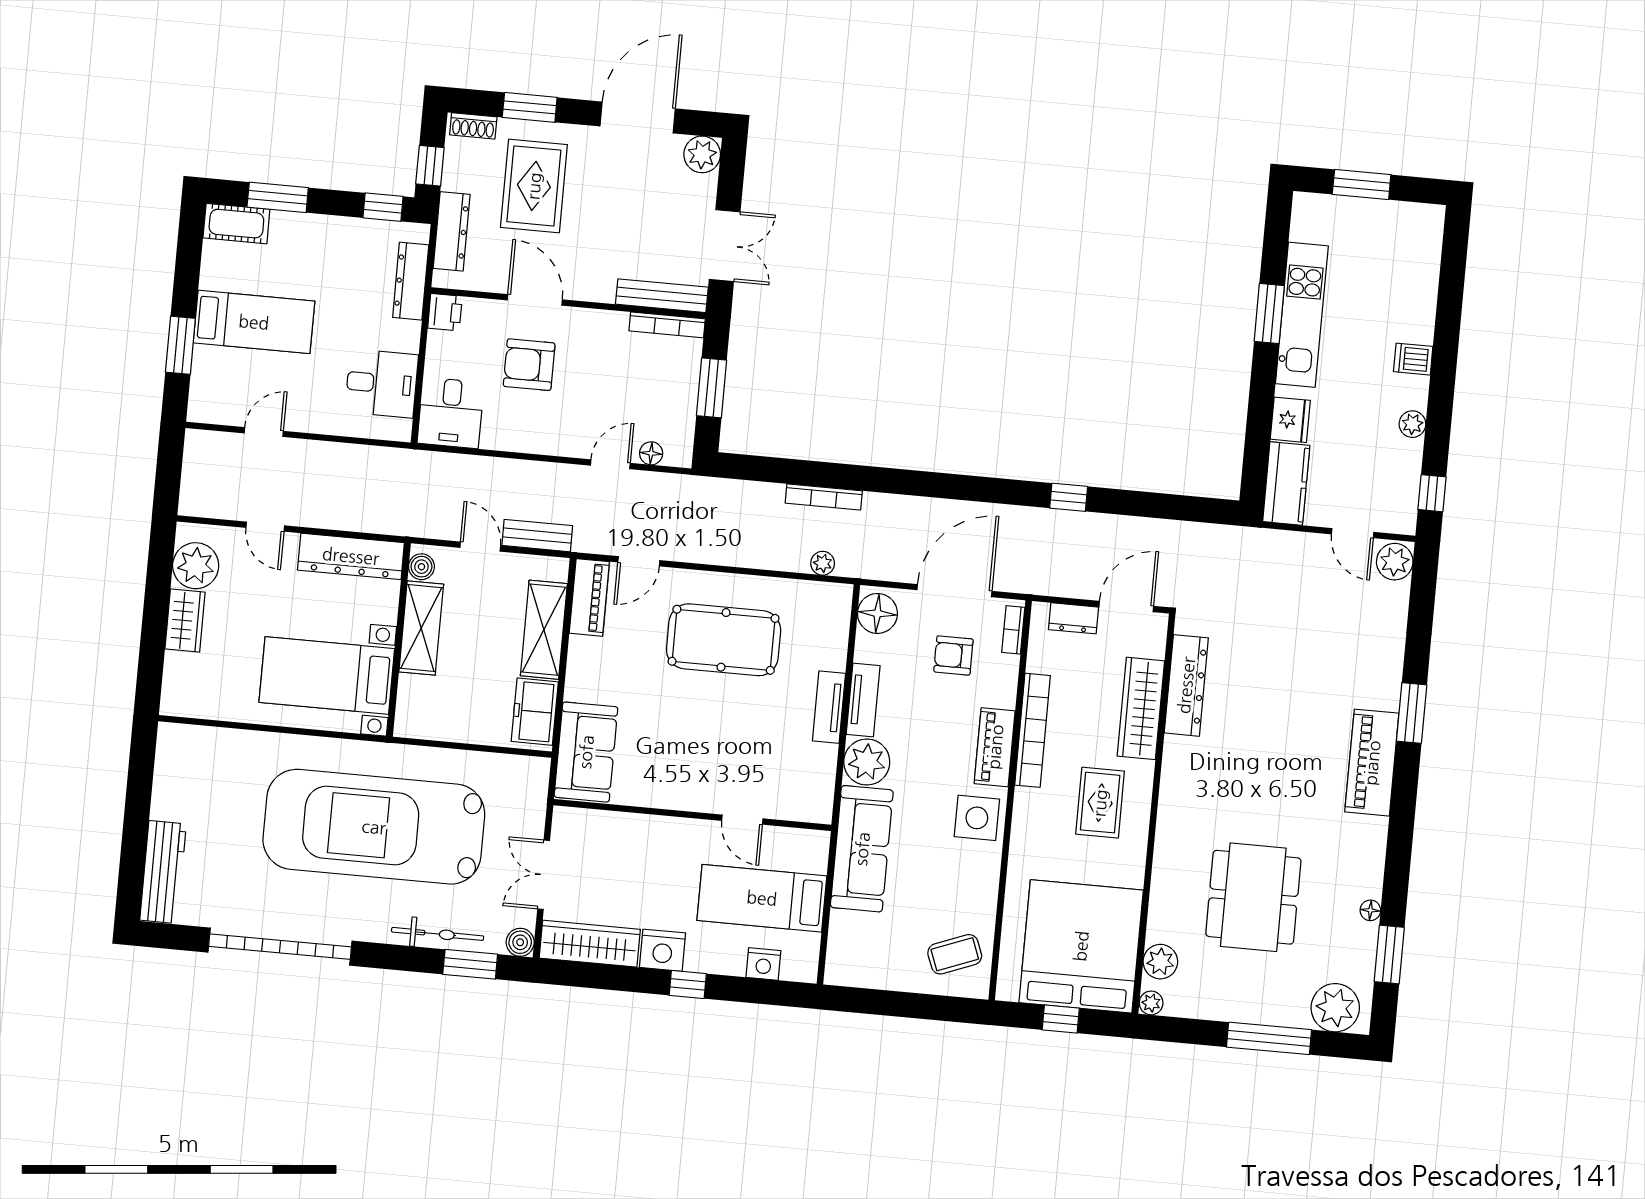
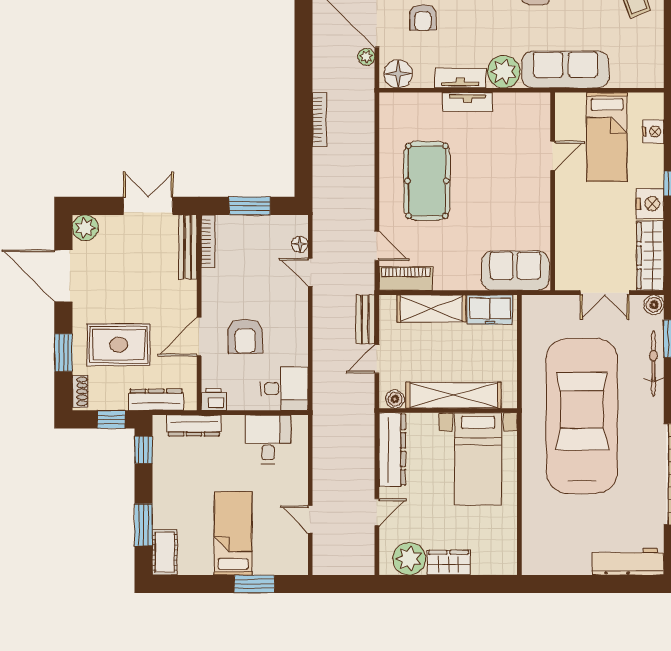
plant: (823, 563) -> (366, 57), moved
shelving: (421, 628) -> (454, 395), width x1.47
car: (374, 827) -> (582, 416), turned 180

